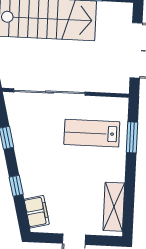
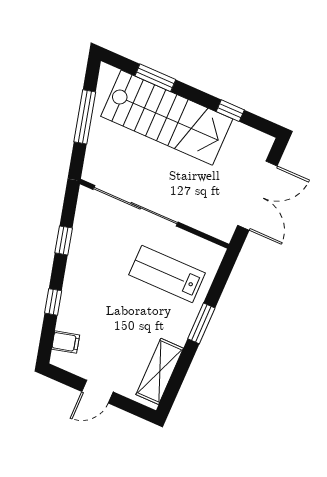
window: (132, 137) -> (201, 323), moved
filing cabinet: (37, 212) -> (66, 342), width x0.50

